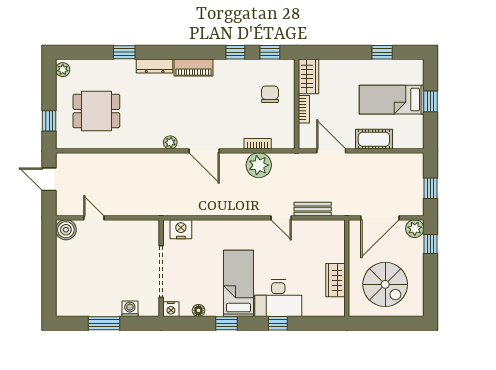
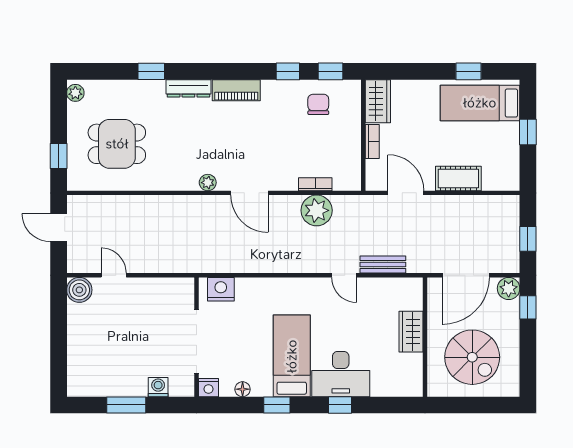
chair: (270, 94) -> (318, 104), moved
bed: (392, 100) -> (480, 103), moved
wardrobe: (335, 280) -> (411, 332), moved

